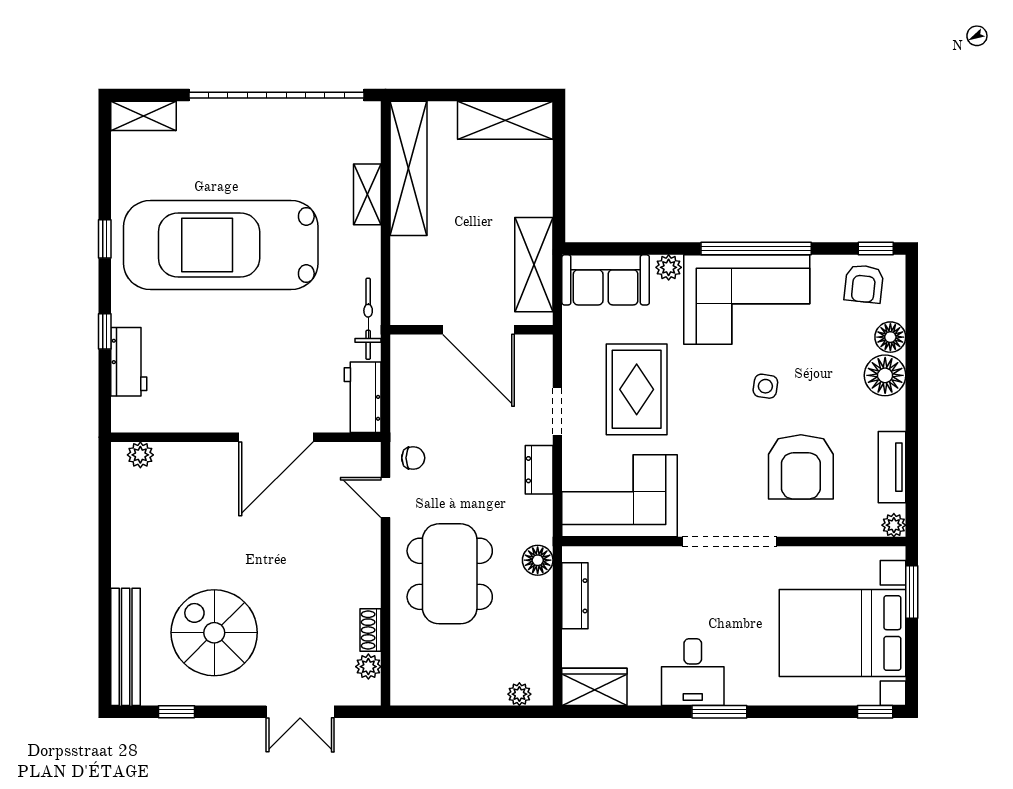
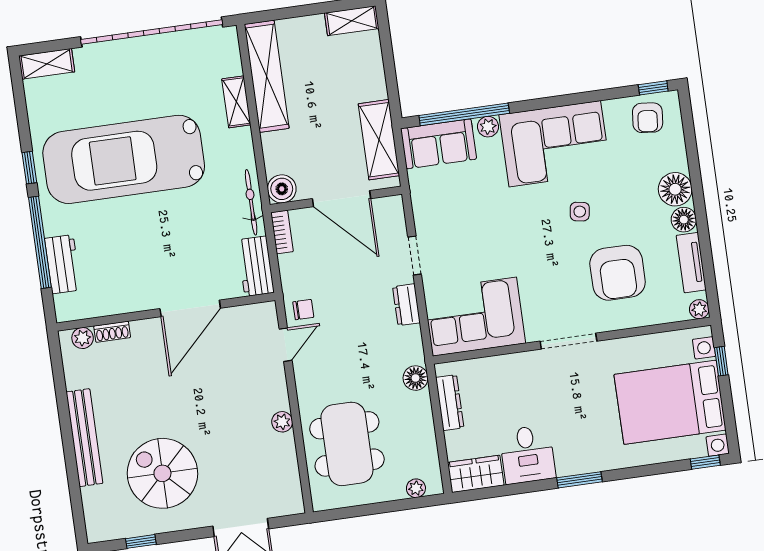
shelving: (505, 120) -> (352, 21), width x0.67, depth x0.75
window: (756, 249) -> (464, 114), moved
boiler: (408, 308) -> (282, 189), added
window: (105, 331) -> (40, 242), width x3.17
floor lamp: (890, 337) -> (684, 220), moved
bookcase: (401, 360) -> (282, 232), added
rug: (637, 389) -> (476, 229), removed
door: (386, 498) -> (286, 345), swing flipped
doorway: (730, 541) -> (568, 341), width x0.73
dining table: (450, 574) -> (347, 444), moved
window: (912, 592) -> (721, 361), width x0.67
shoe rack: (371, 630) -> (112, 332), moved, turned -90
bench: (126, 647) -> (84, 438), moved
plant: (368, 667) -> (282, 422), moved
desk: (693, 672) -> (527, 454), moved

